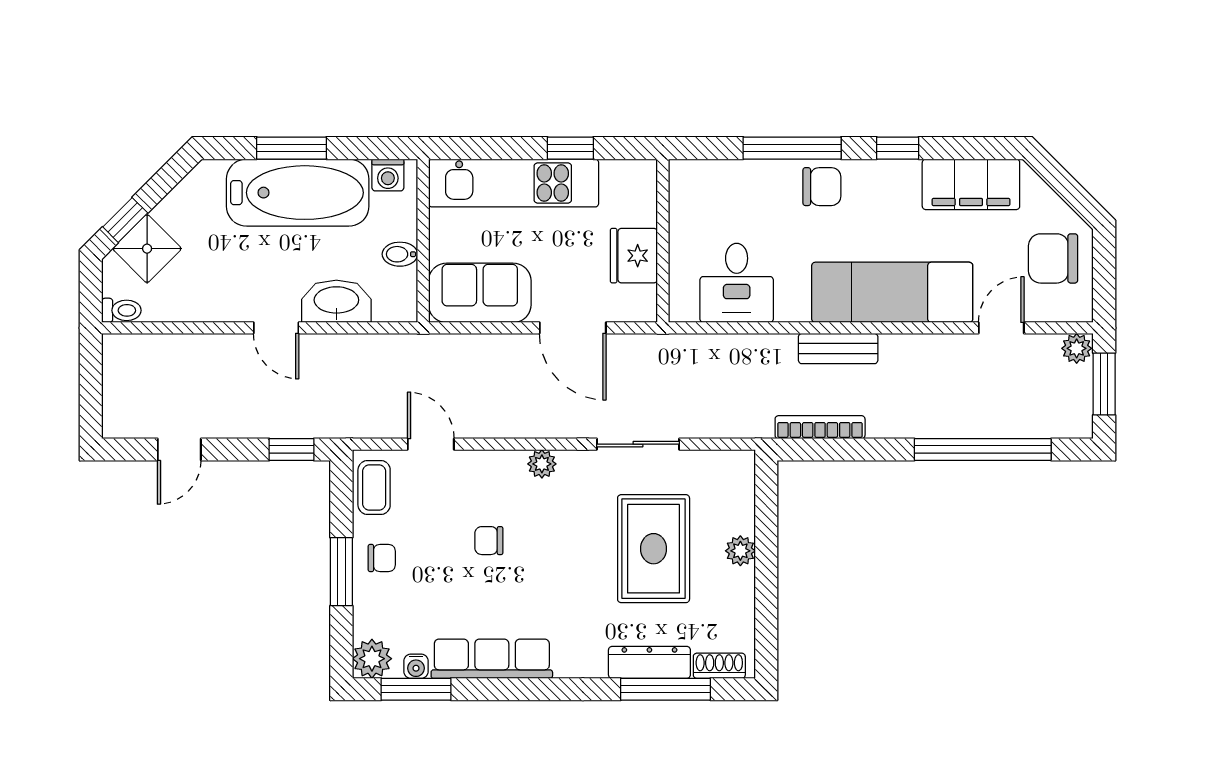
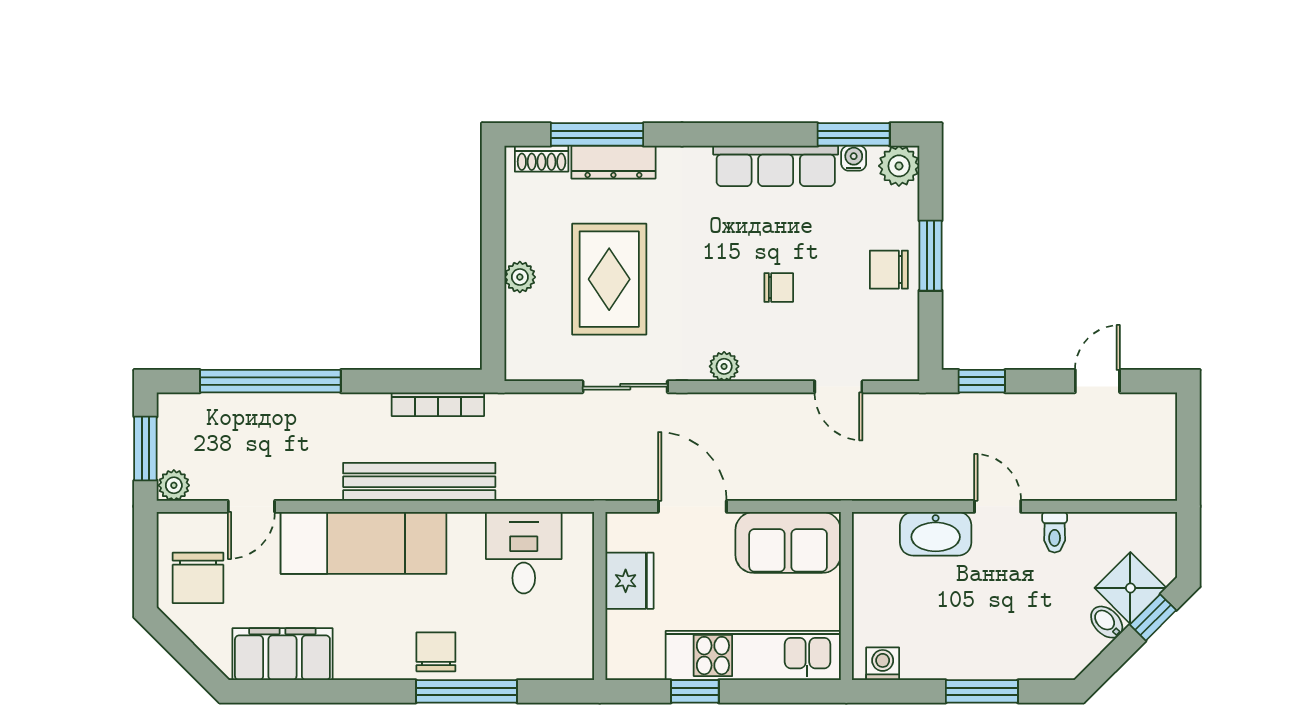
window: (898, 148) -> (358, 691), removed
chair: (822, 187) -> (436, 652), turned 90
bathtub: (298, 193) -> (975, 646), removed
bidet: (400, 254) -> (1107, 622), moved, turned -135
chair: (1053, 258) -> (198, 578), turned 90
toilet: (121, 310) -> (1055, 532), moved, turned -90
bench: (838, 349) -> (419, 482), width x1.86, depth x1.21
coffee table: (374, 487) -> (897, 342), removed
chair: (382, 558) -> (889, 270), width x1.37, depth x1.37

